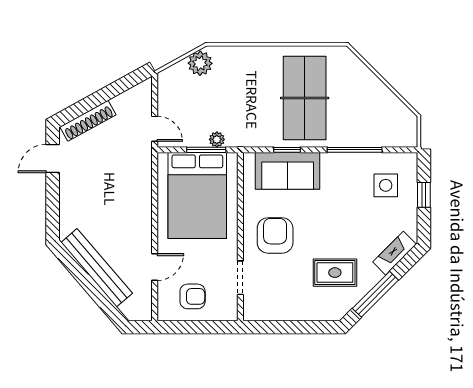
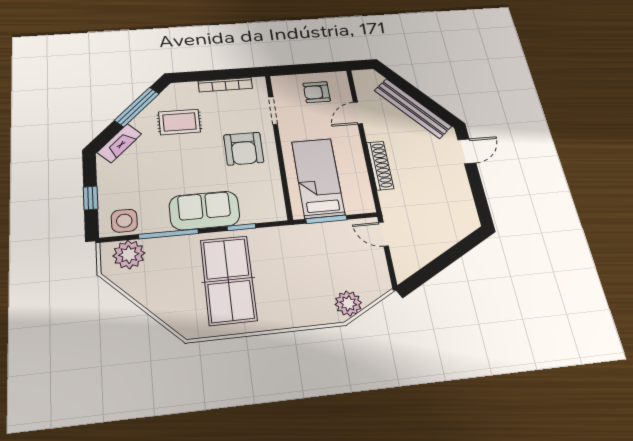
shoe rack: (88, 121) -> (380, 165), moved, turned 119
plant: (217, 139) -> (129, 254), moved, width x1.87, depth x1.87
door: (53, 159) -> (467, 151), moved
sofa: (288, 171) -> (204, 210), moved
side table: (386, 185) -> (124, 221), moved
bed: (197, 195) -> (318, 178), width x0.67
bookcase: (285, 314) -> (225, 85), added

